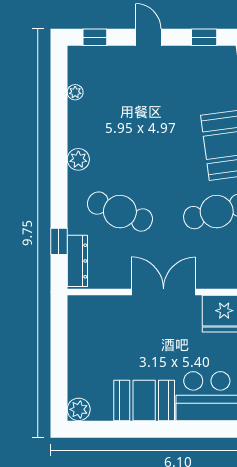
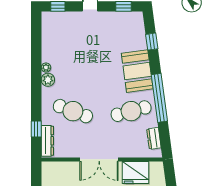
plant: (75, 92) -> (46, 67), moved
double door: (164, 292) -> (99, 159), swing flipped

